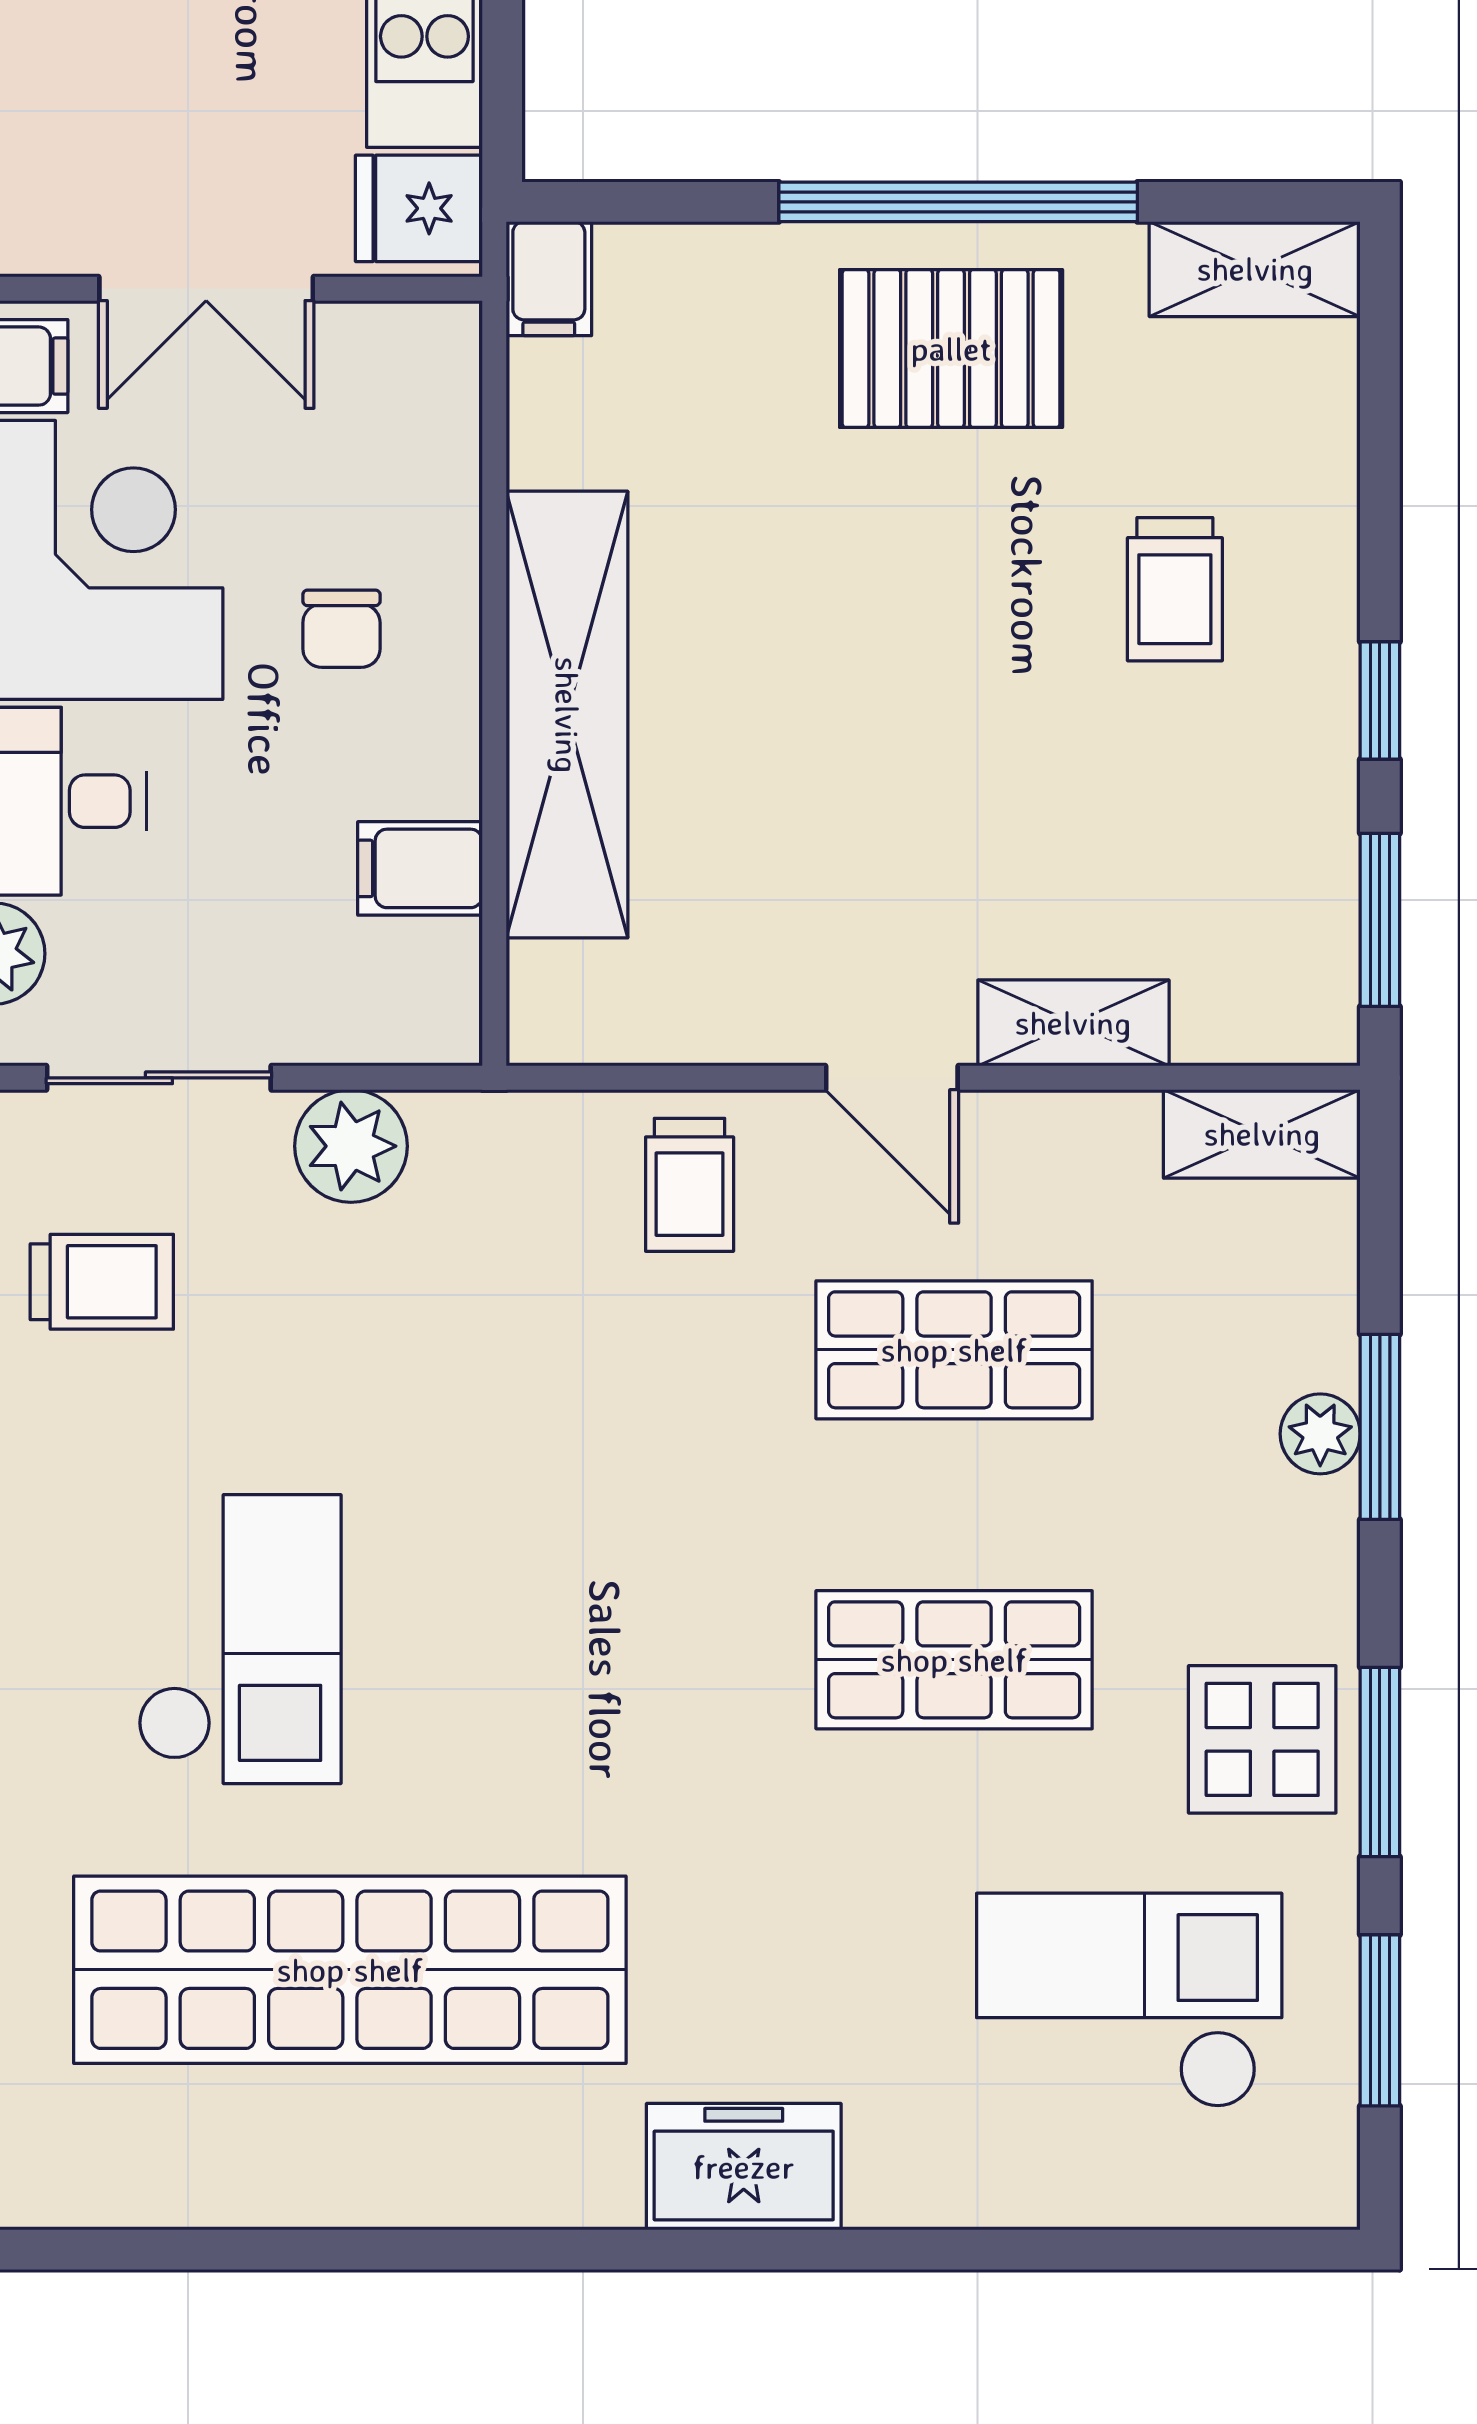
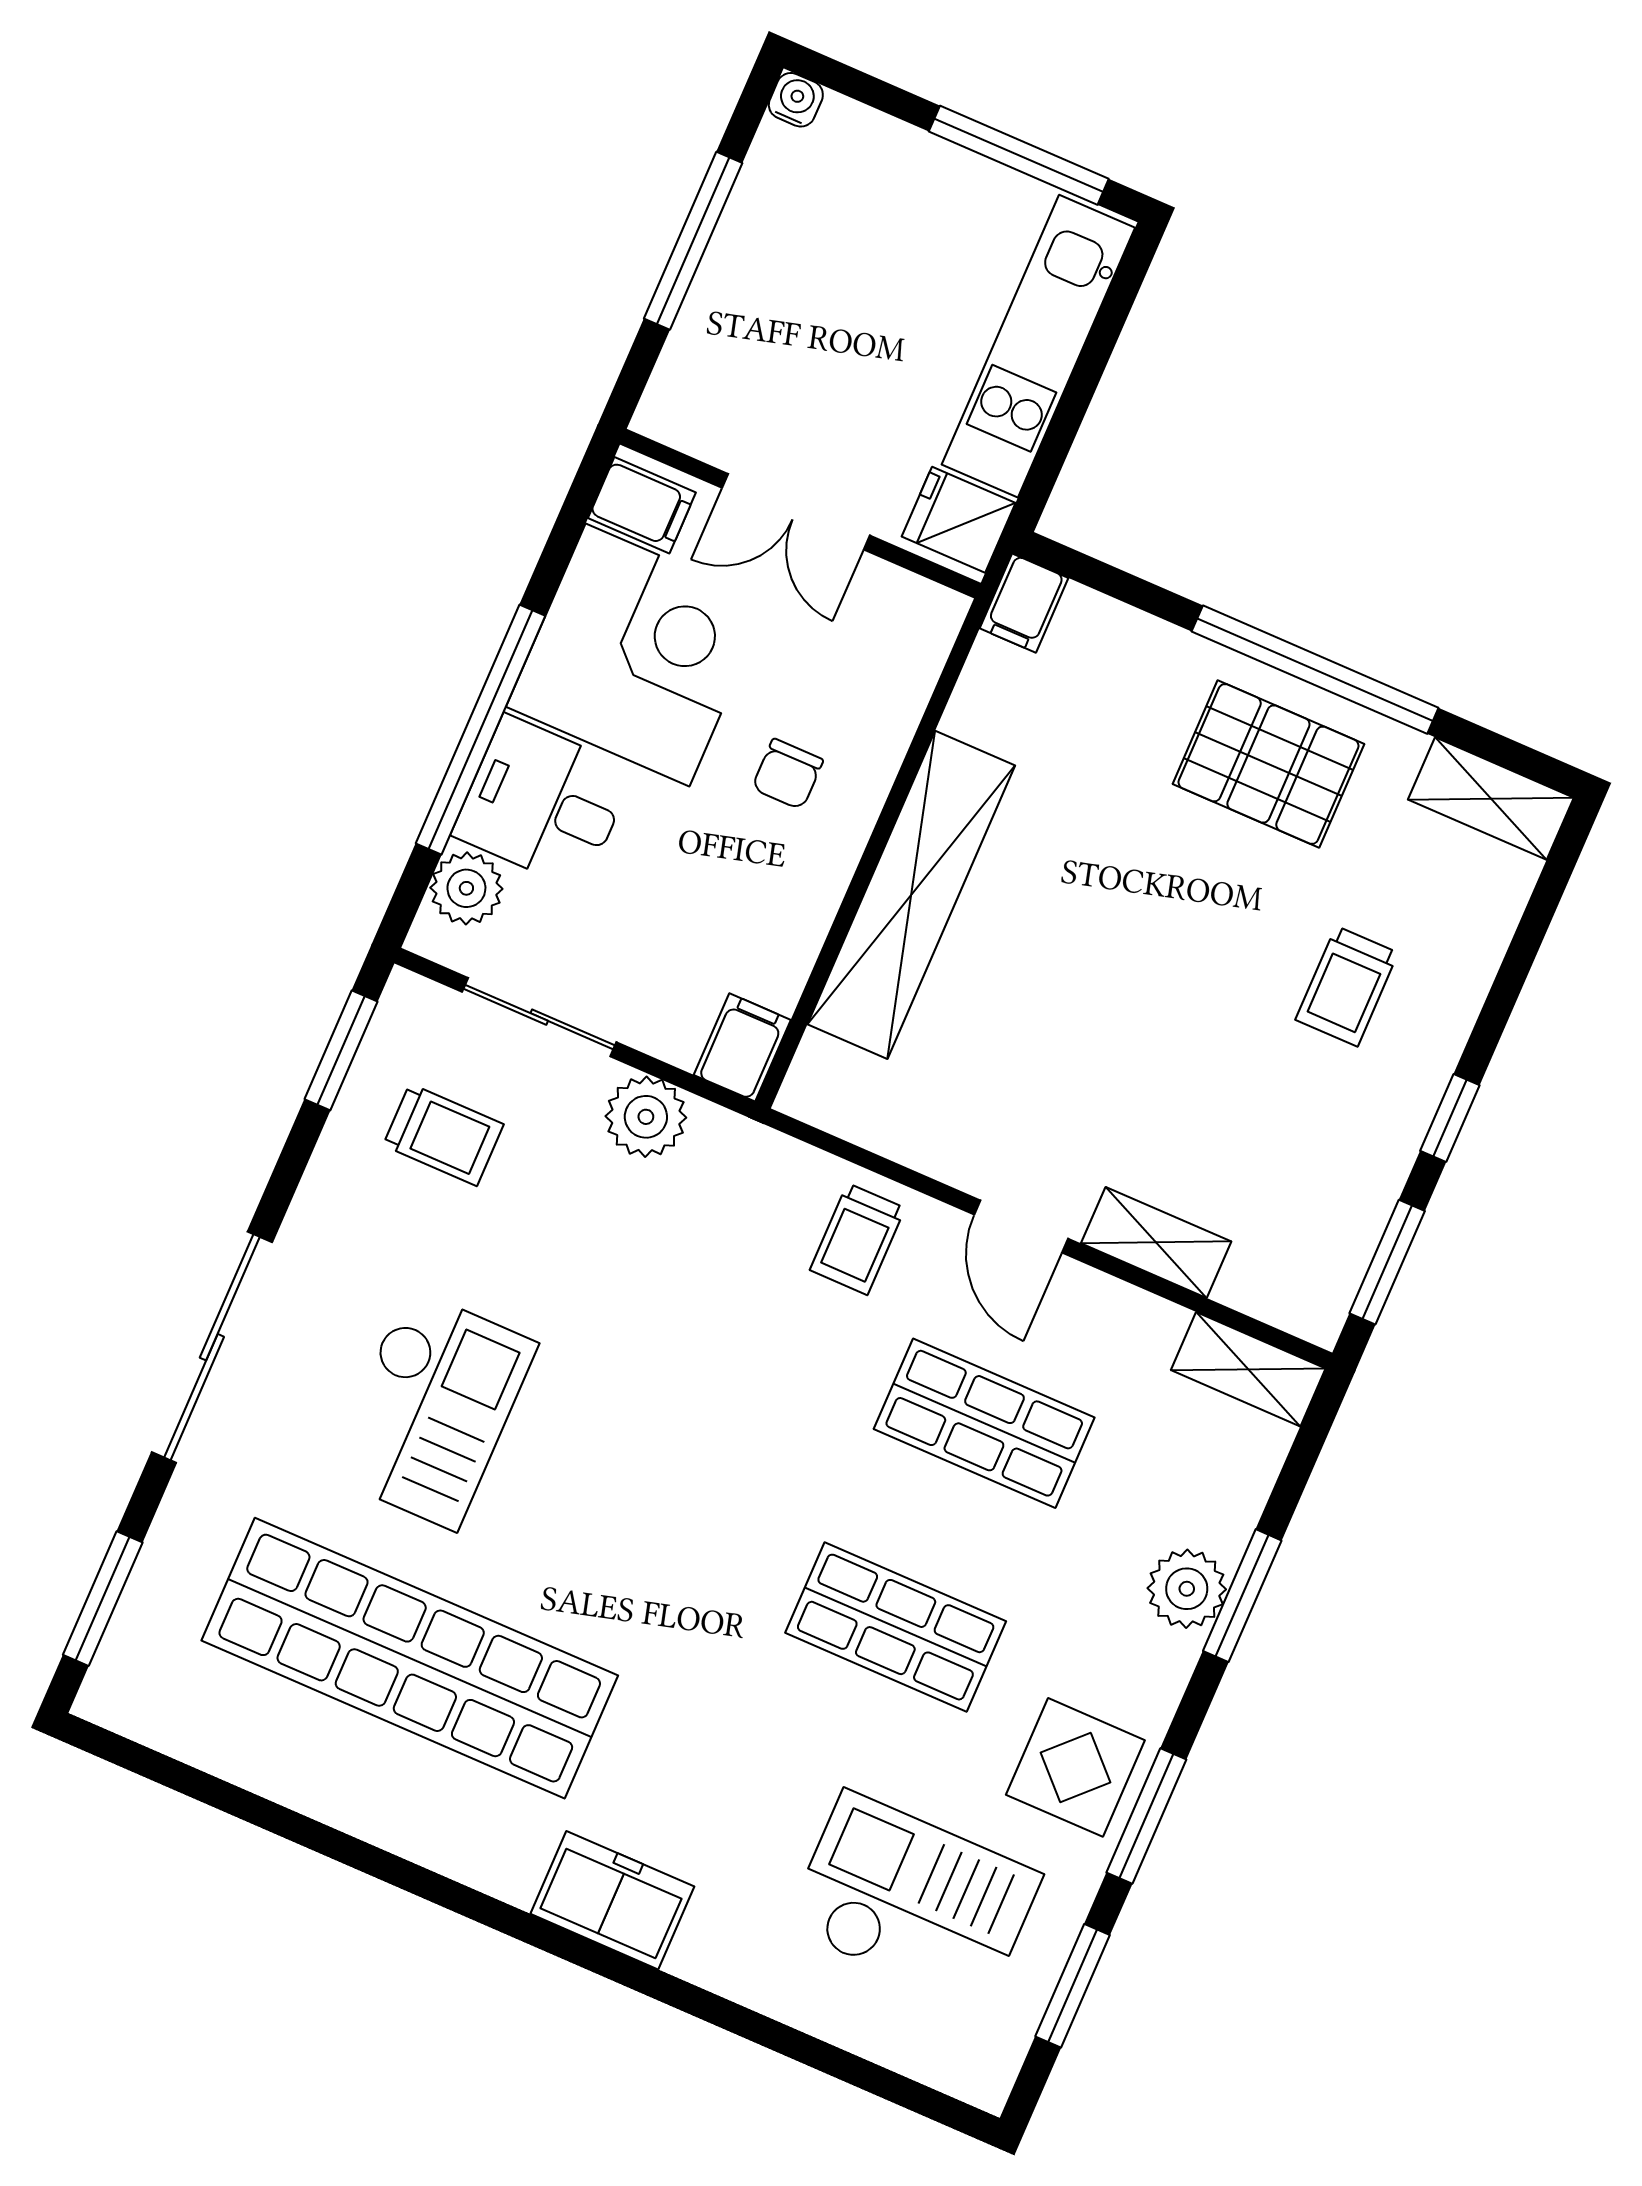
filing cabinet: (420, 868) -> (742, 1047), moved, turned 90
plant: (1320, 1434) -> (1187, 1589), width x1.38, depth x1.38

